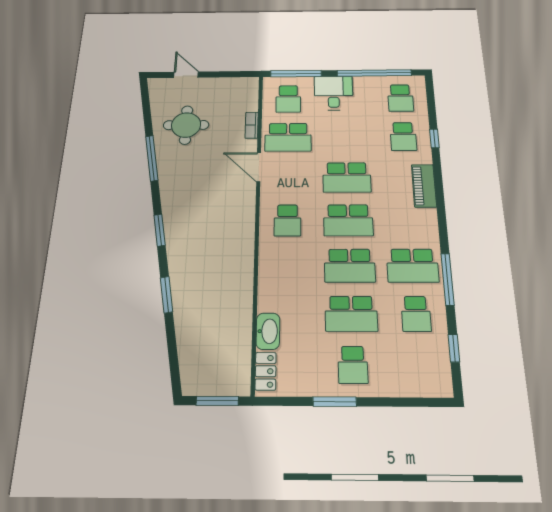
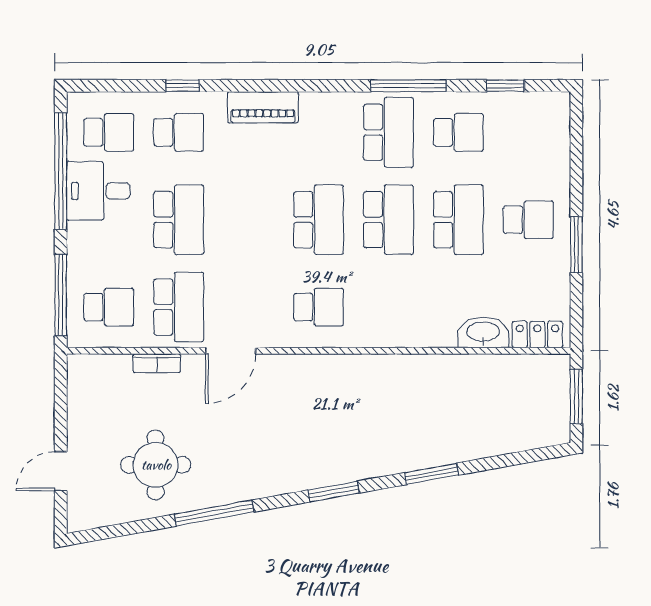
desk: (334, 93) -> (98, 191), moved
school desk: (347, 177) -> (179, 220), moved

